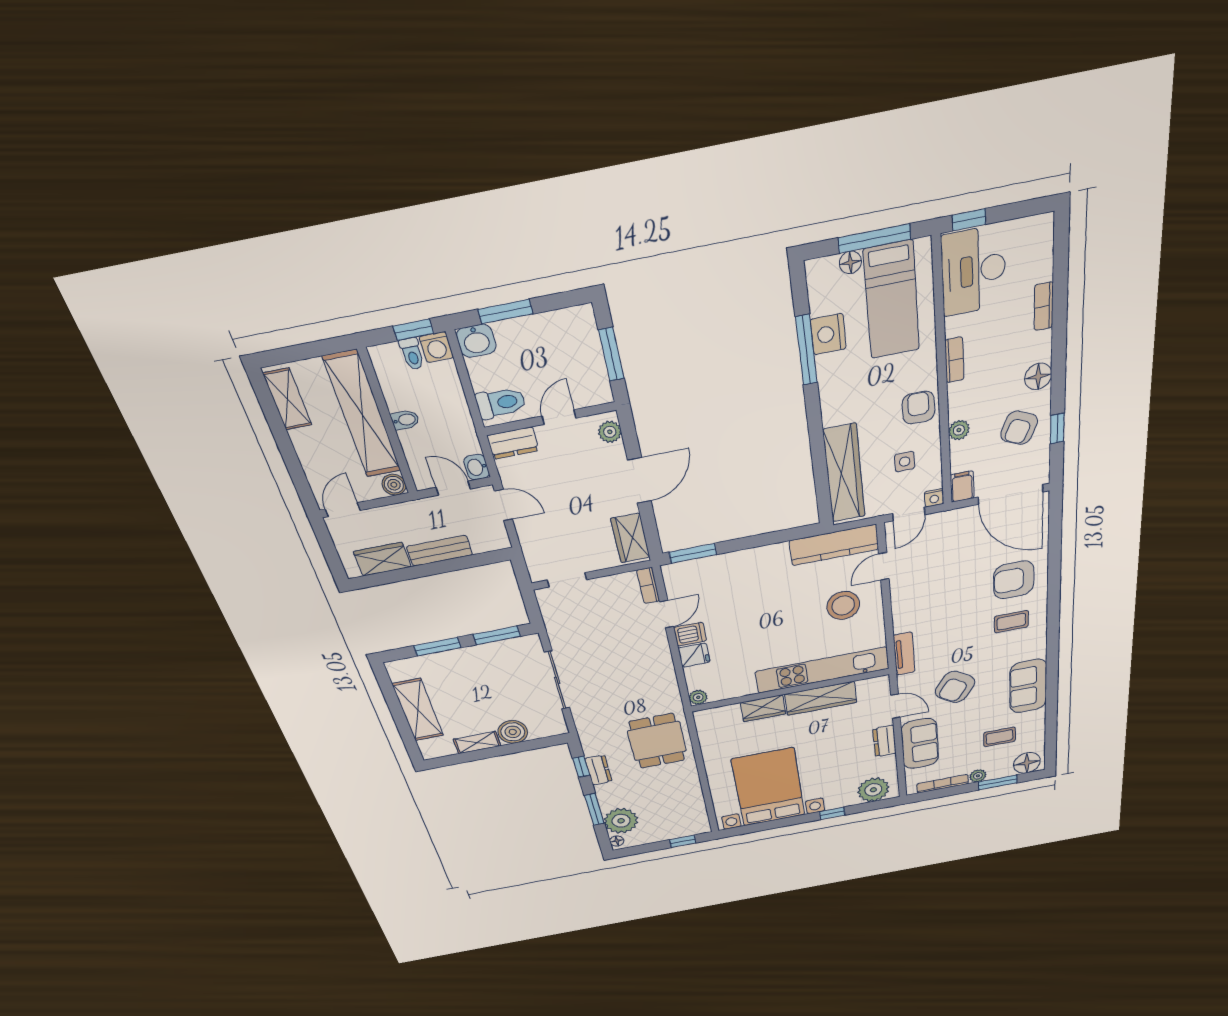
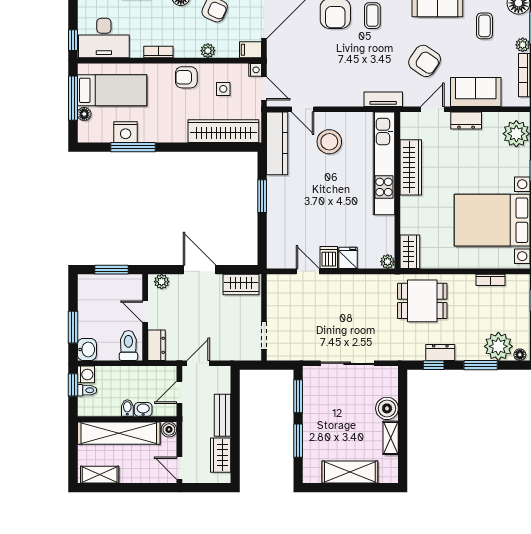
washbasin: (477, 467) -> (143, 409), moved, turned 180
window: (693, 553) -> (262, 196), moved
bookcase: (648, 586) -> (490, 280), moved
wardrobe: (763, 708) -> (410, 252), moved

